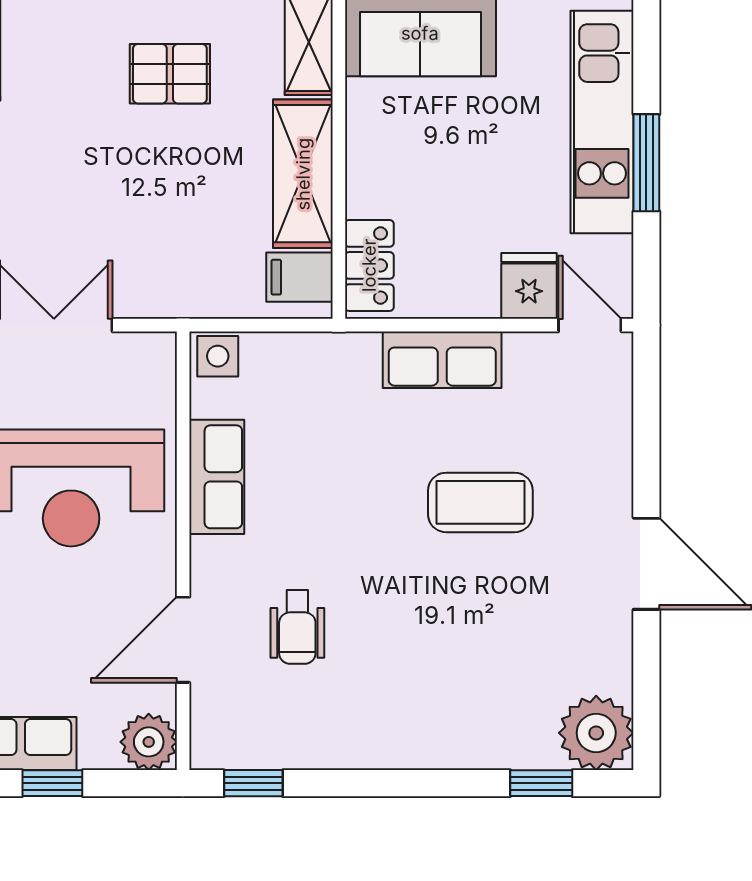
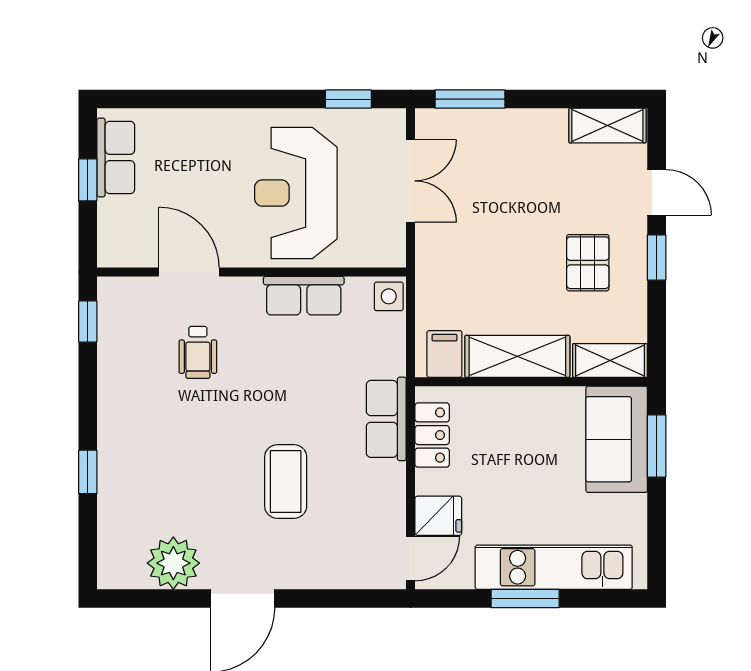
locker: (369, 265) -> (432, 435), moved, turned -90
row of seats: (442, 360) -> (386, 419), moved
wheelchair: (297, 627) -> (198, 352), turned -90
plant: (596, 733) -> (173, 563), moved
plant: (149, 742) -> (117, 248), removed
window: (541, 783) -> (88, 472), moved

